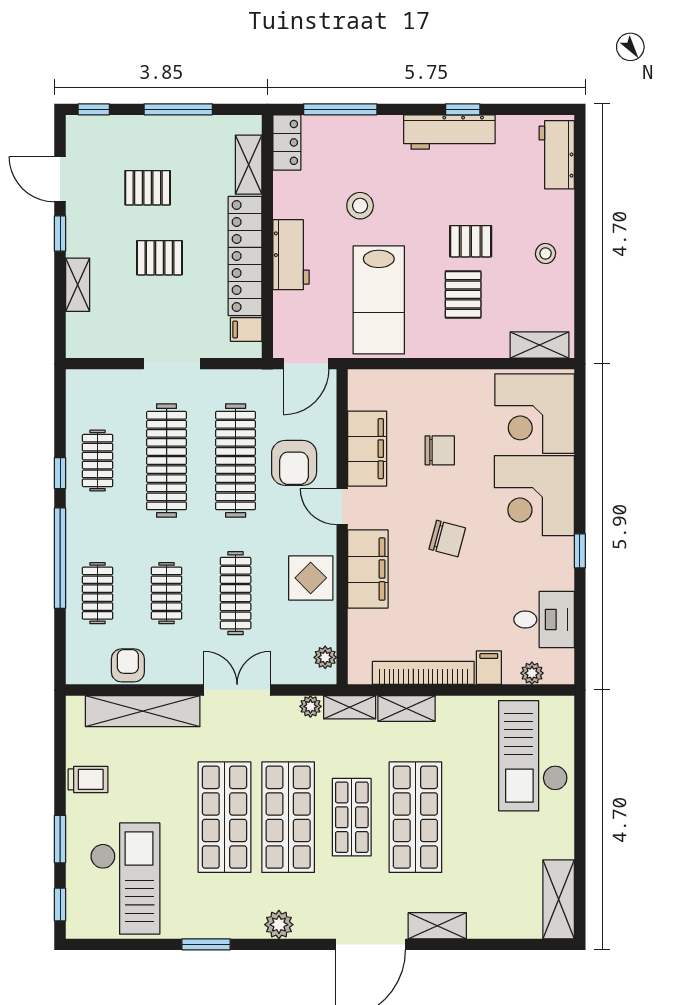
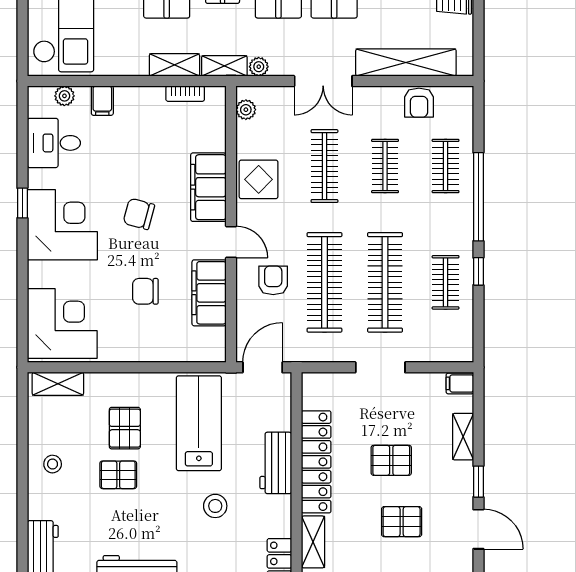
filing cabinet: (246, 330) -> (460, 383), moved, turned 180
armchair: (294, 463) -> (273, 280), width x0.72, depth x0.72
corner desk: (534, 496) -> (62, 225), moved
bookcase: (423, 673) -> (185, 94), width x0.43, depth x0.76

